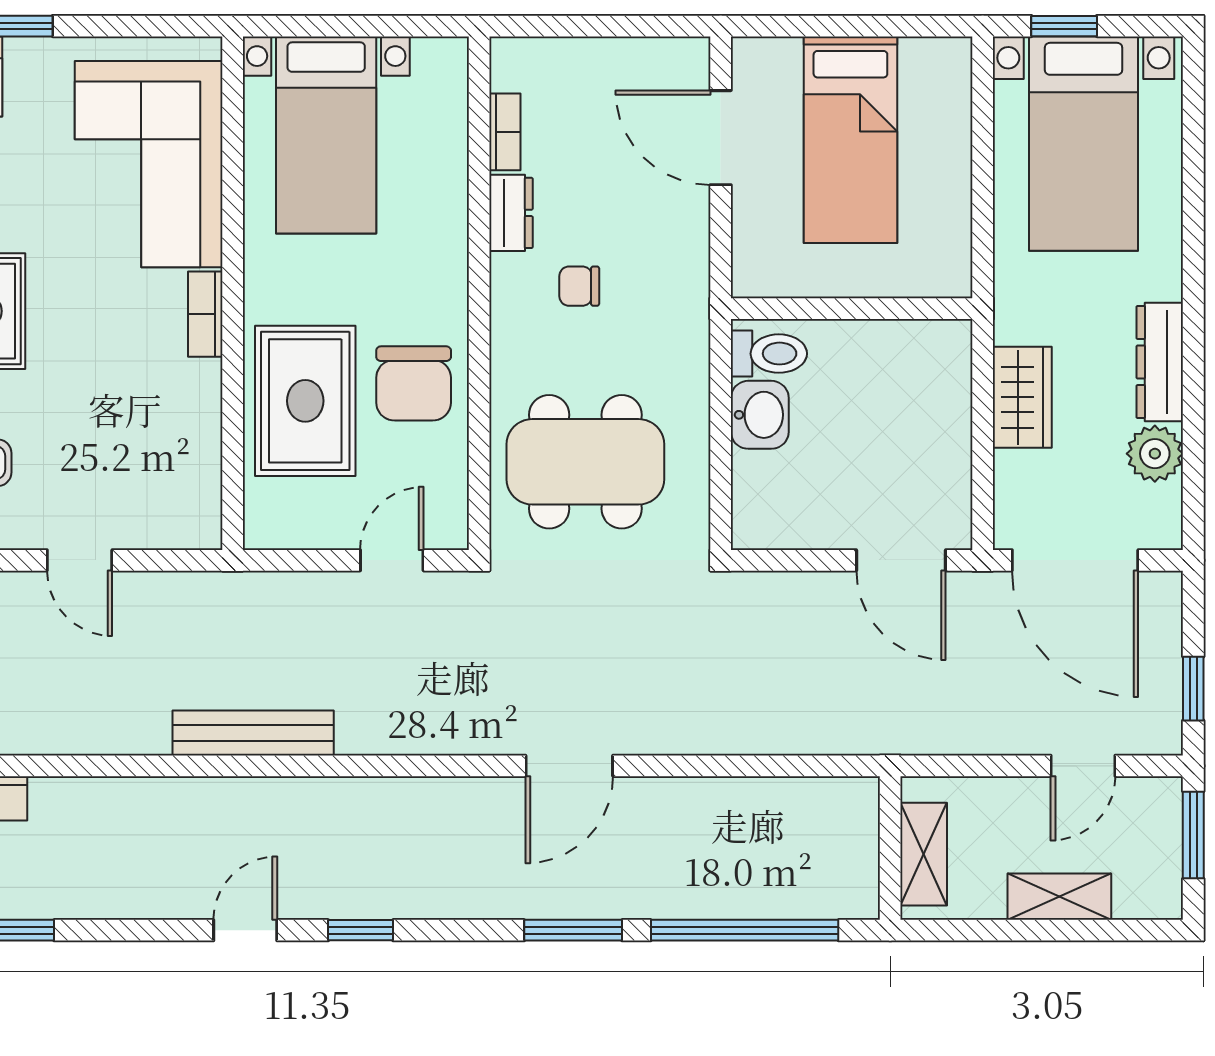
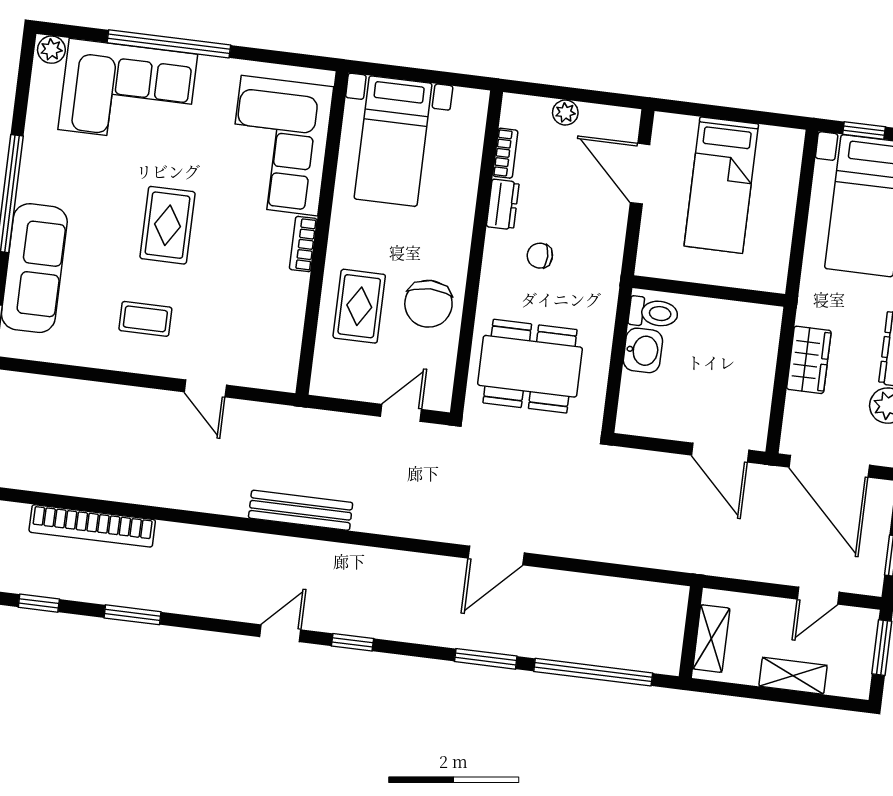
plant: (591, 56) -> (565, 113), added
rug: (305, 401) -> (359, 306), width x0.73, depth x0.70

